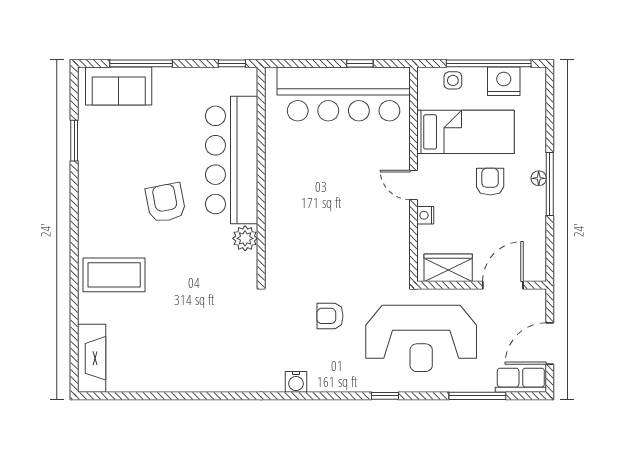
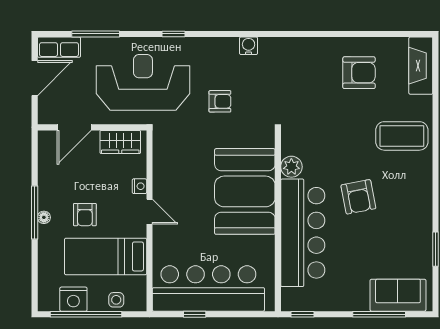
booth: (300, 209) -> (245, 191), added
armchair: (165, 350) -> (359, 73), added

